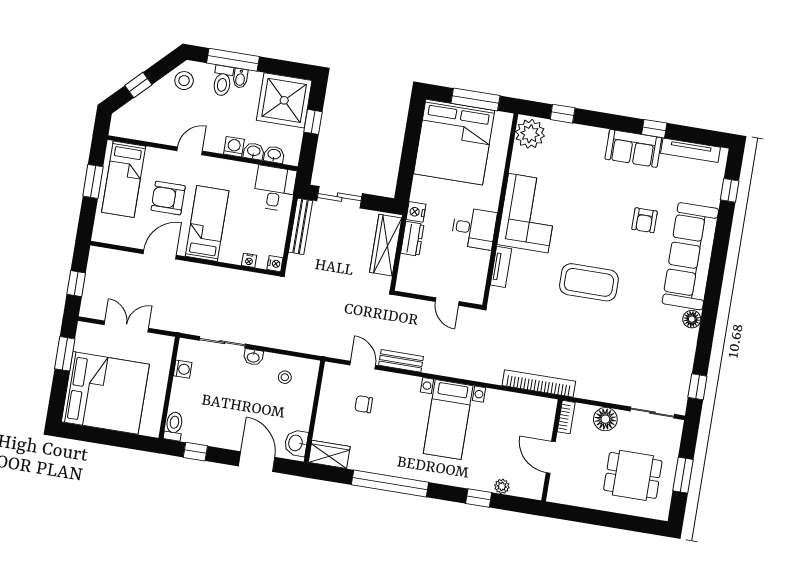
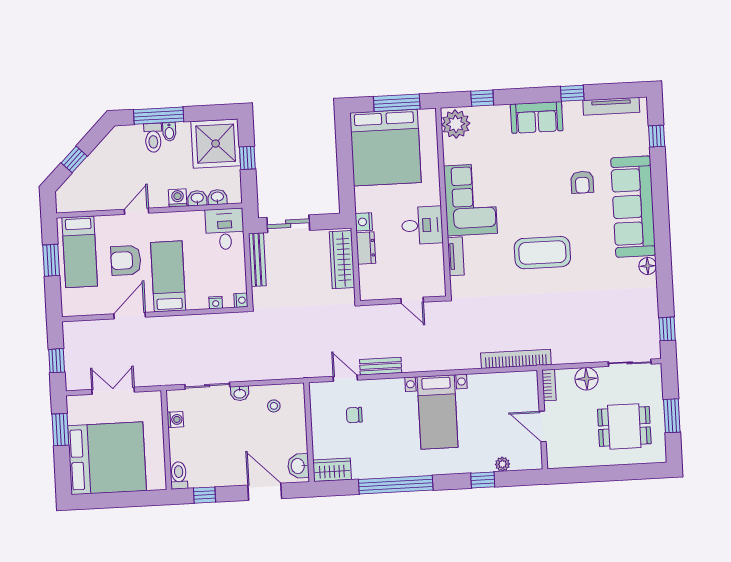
stool: (184, 81) -> (117, 146), removed
sofa: (633, 148) -> (537, 117), moved

